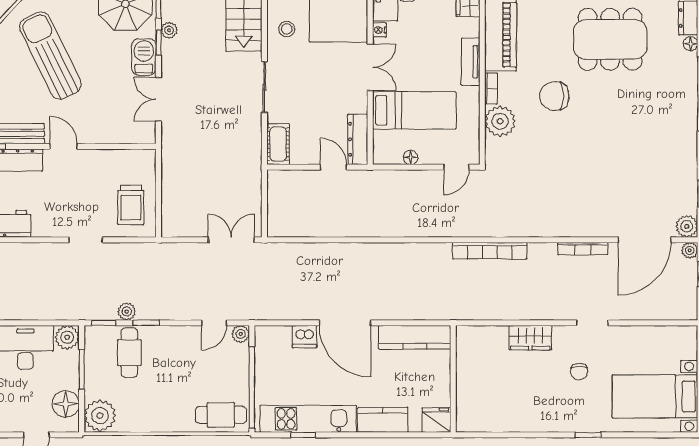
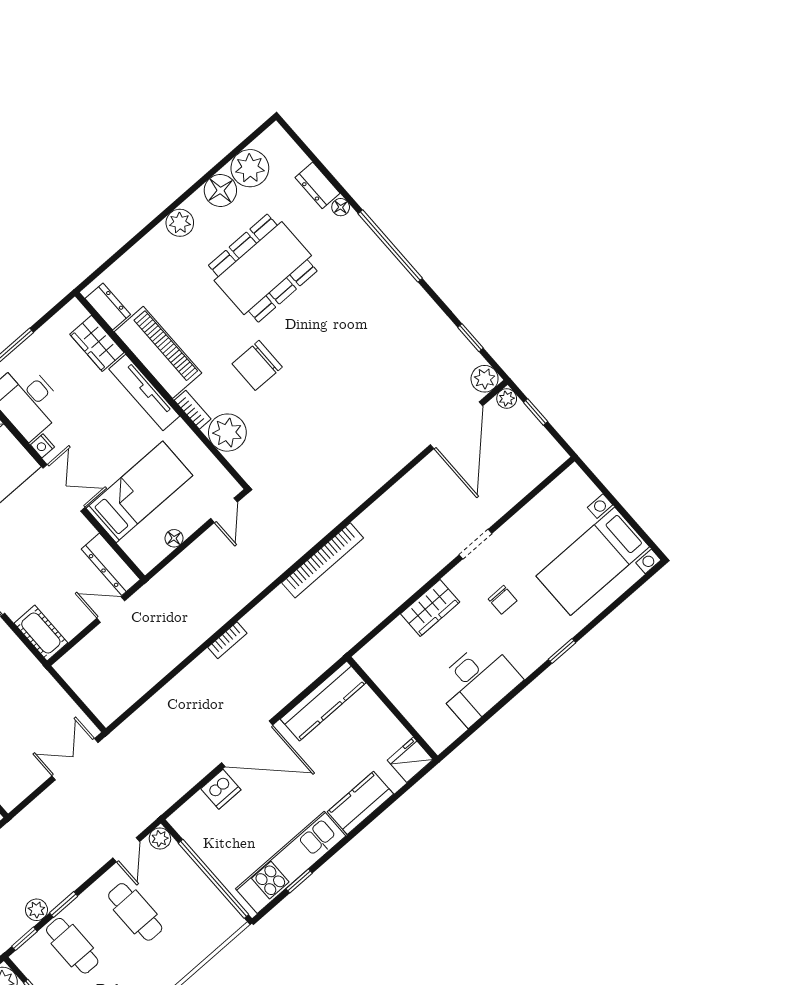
tv unit: (471, 62) -> (144, 392), width x1.41
bookcase: (583, 249) -> (227, 640), moved, width x0.64
desk: (519, 409) -> (477, 682), added
cafe table: (221, 415) -> (135, 912), moved, turned 90

